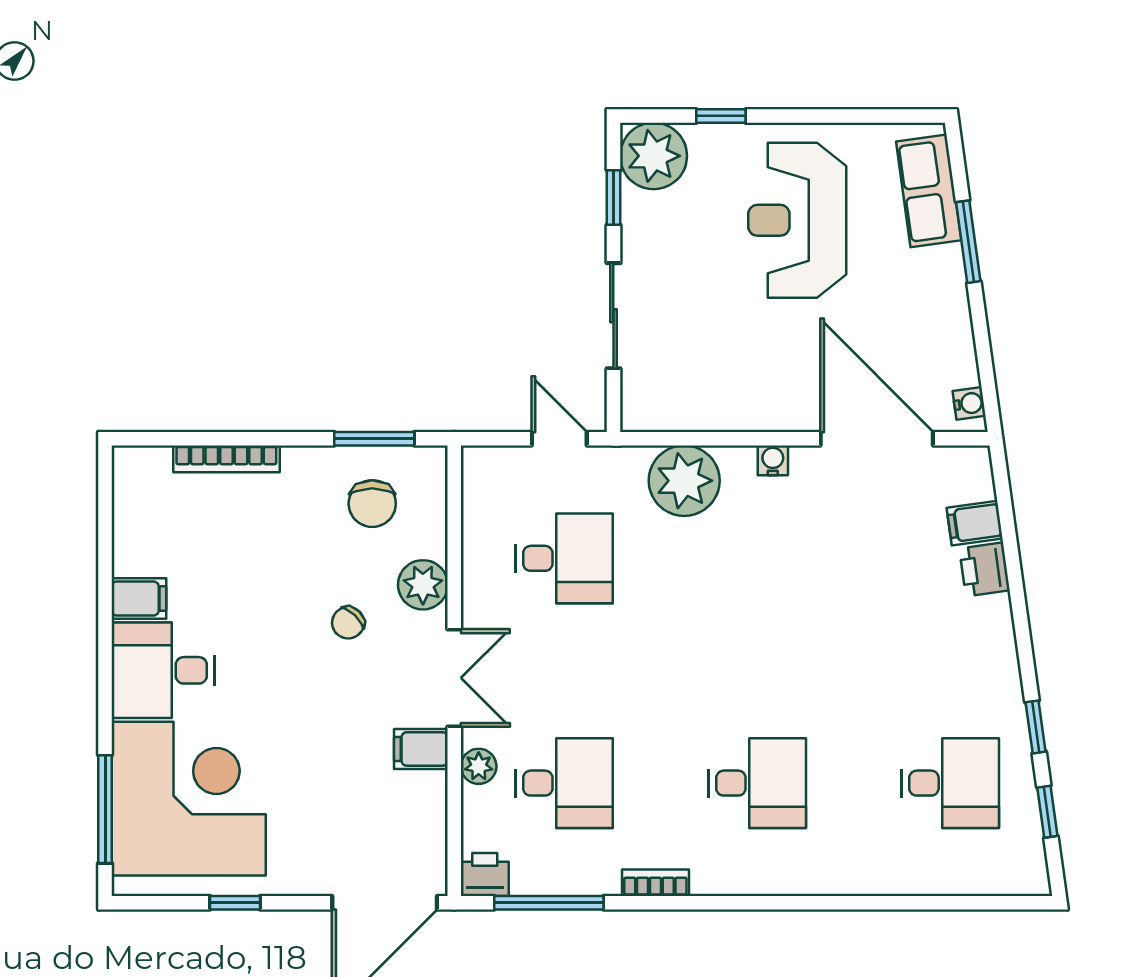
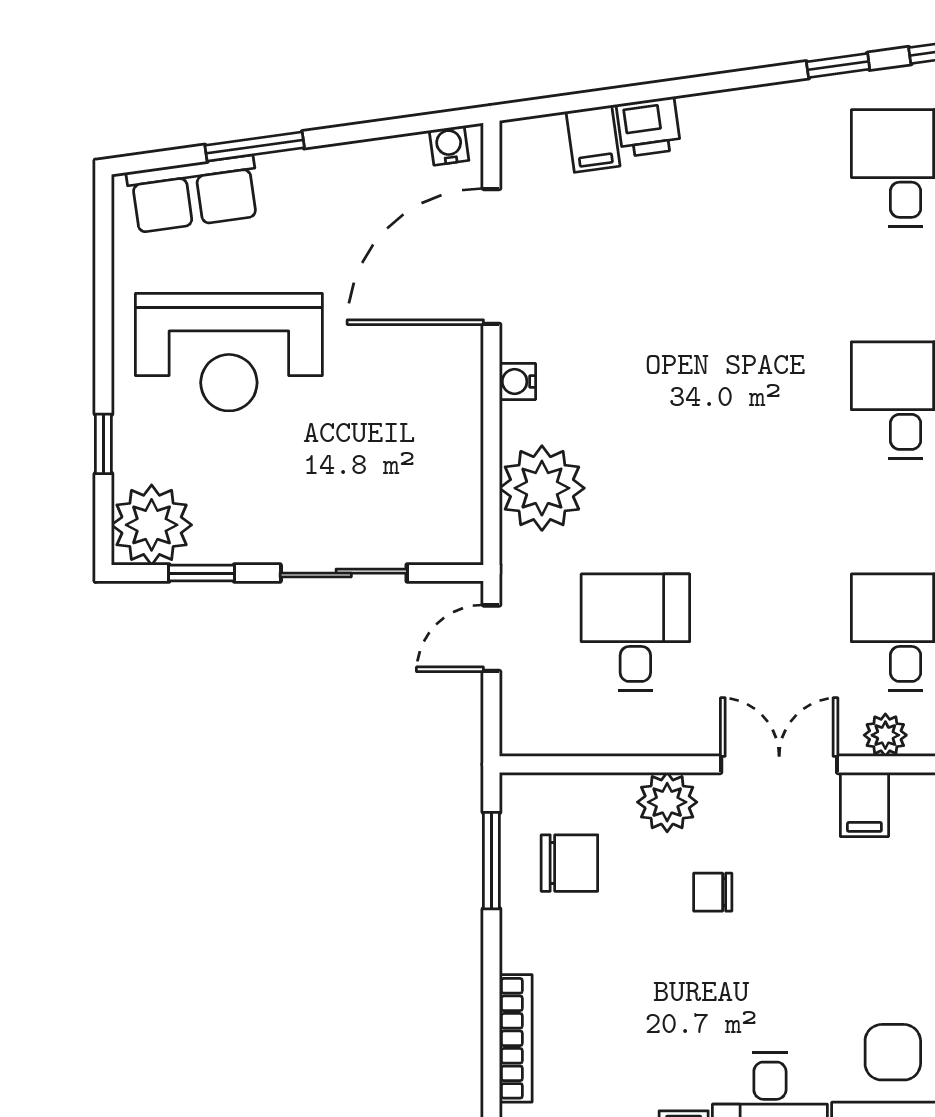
chair: (348, 623) -> (713, 892), turned 136

